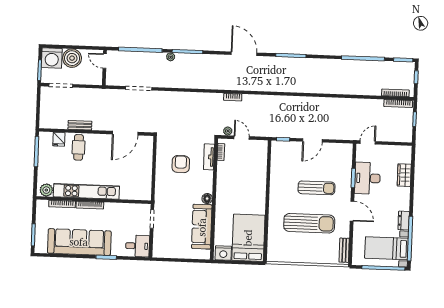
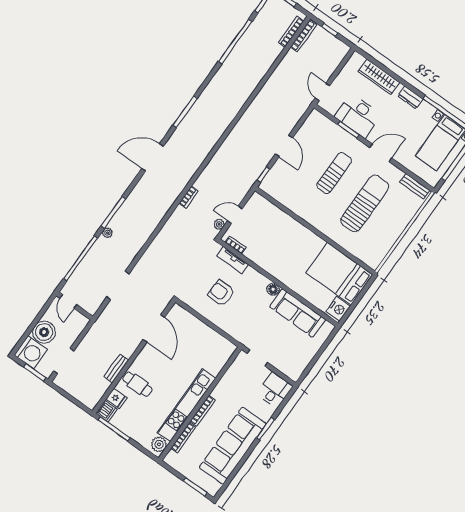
door: (105, 61) -> (68, 301), hinge flipped
dishwasher: (45, 138) -> (107, 411), added
wardrobe: (404, 175) -> (379, 77), width x1.50
dresser: (404, 221) -> (410, 97), moved

